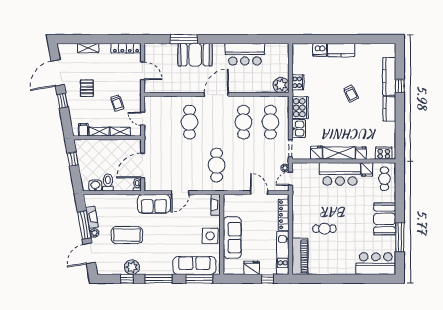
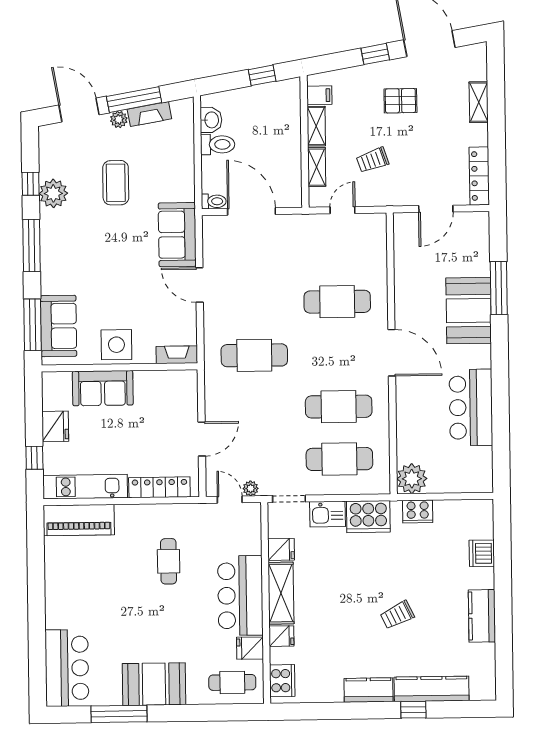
kitchen counter: (341, 50) -> (482, 616), moved
cafe table: (324, 229) -> (169, 561), moved
coffee table: (127, 235) -> (116, 183), width x0.73, depth x0.76
sofa: (232, 238) -> (103, 388), width x0.73
sofa: (194, 265) -> (58, 326), width x0.73

